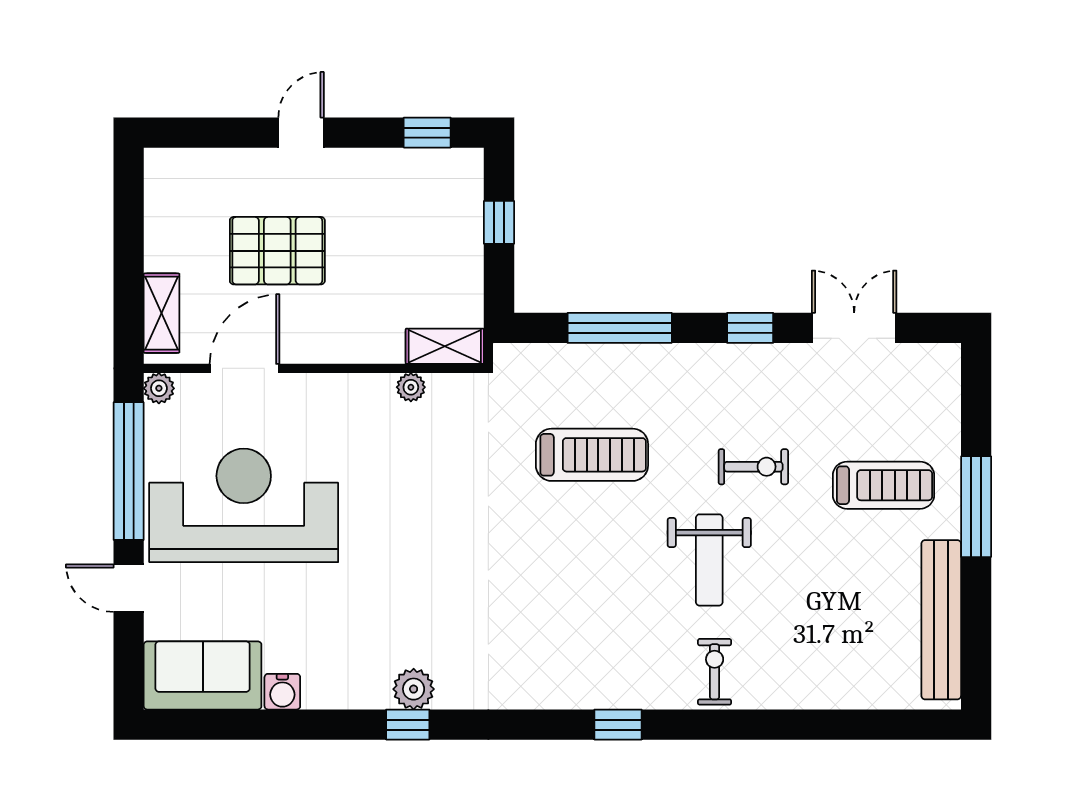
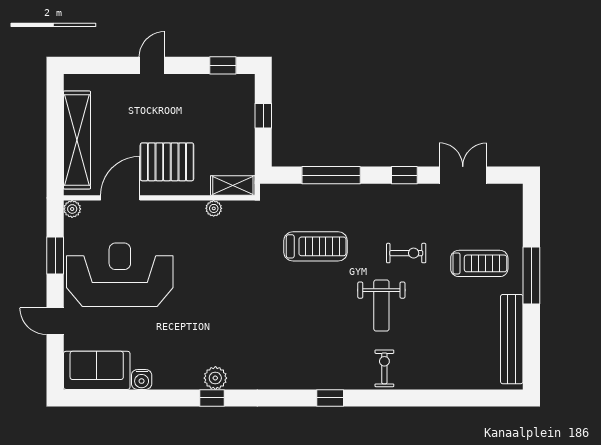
pallet: (277, 251) -> (167, 162), moved
shelving: (162, 313) -> (77, 140), width x2.20, depth x1.33
window: (129, 471) -> (55, 256), width x0.47

